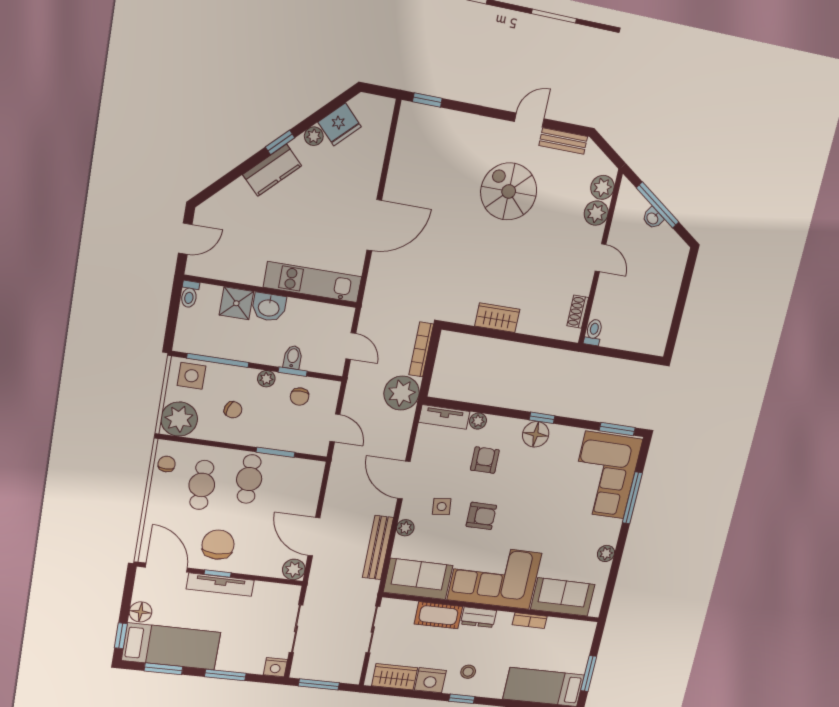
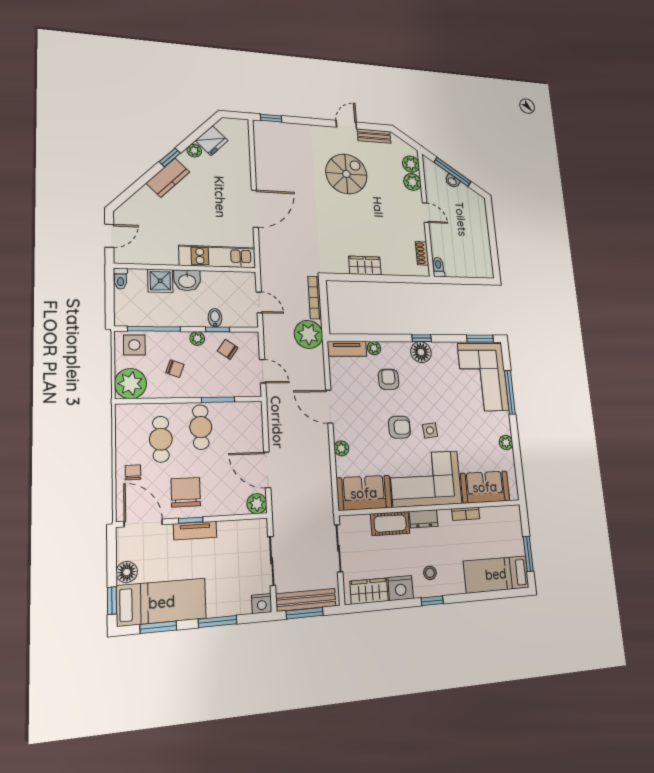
spiral stairs: (509, 191) -> (346, 174), turned 90
chair: (300, 397) -> (228, 349), turned 125
chair: (167, 464) -> (133, 472), moved
side table: (442, 507) -> (430, 430), moved
bench: (378, 548) -> (306, 600), moved, turned 90
tv unit: (220, 585) -> (195, 531), width x0.71

